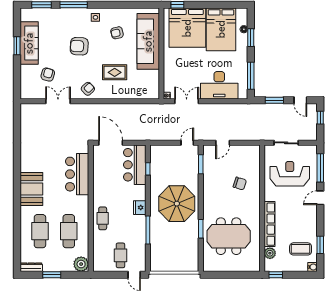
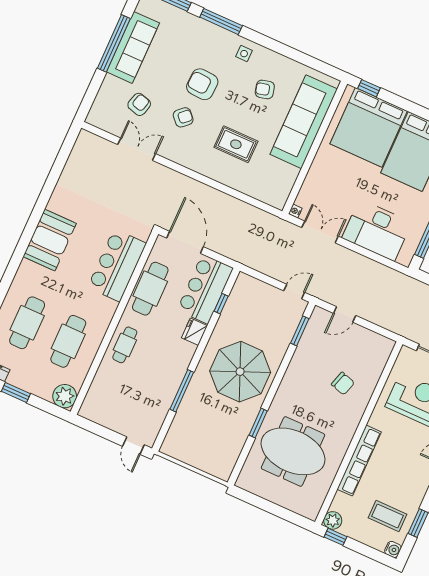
window: (17, 46) -> (114, 43), width x2.11
armchair: (88, 89) -> (183, 117), moved
booth: (31, 189) -> (50, 240), moved
fridge: (140, 208) -> (194, 332), moved
plant: (270, 253) -> (333, 520), moved
cafe table: (120, 255) -> (150, 289), moved, width x1.37, depth x1.35

